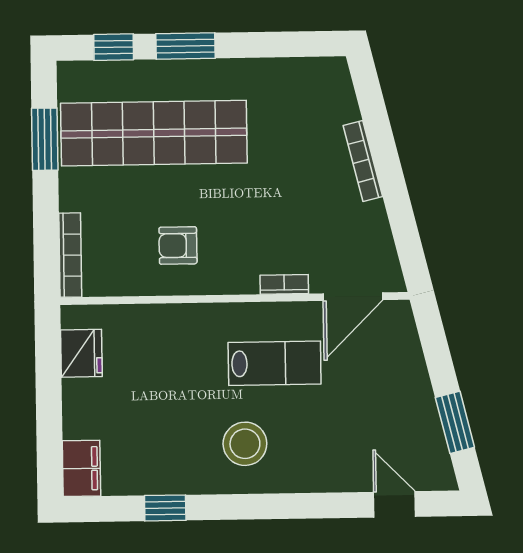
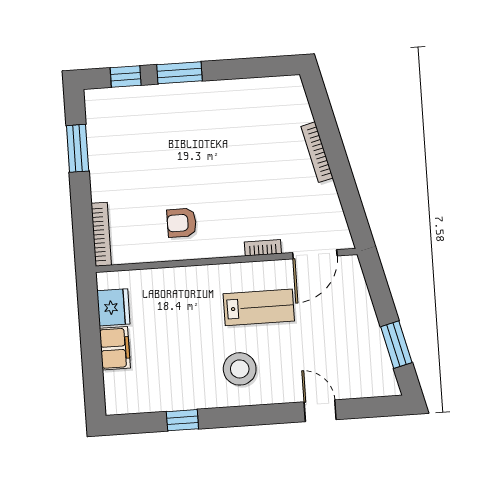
shop shelf: (154, 133) -> (159, 139), removed
filing cabinet: (81, 468) -> (115, 348), moved
door: (395, 504) -> (320, 411), moved

